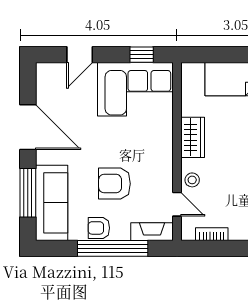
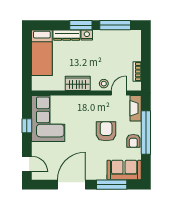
door: (80, 55) -> (27, 164), moved
window: (142, 55) -> (27, 126), moved
armchair: (114, 184) -> (106, 131), turned 180
sofa: (52, 203) -> (124, 170), width x0.73

